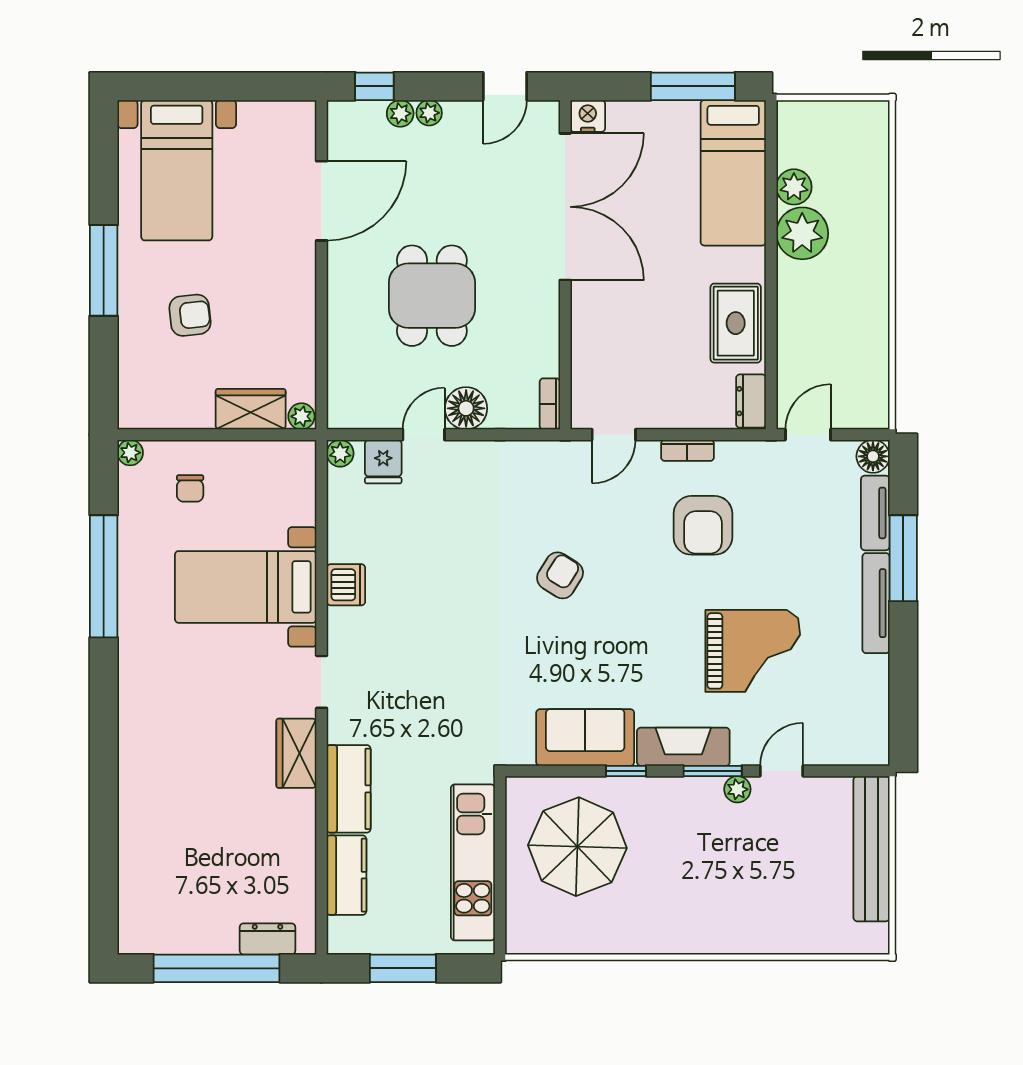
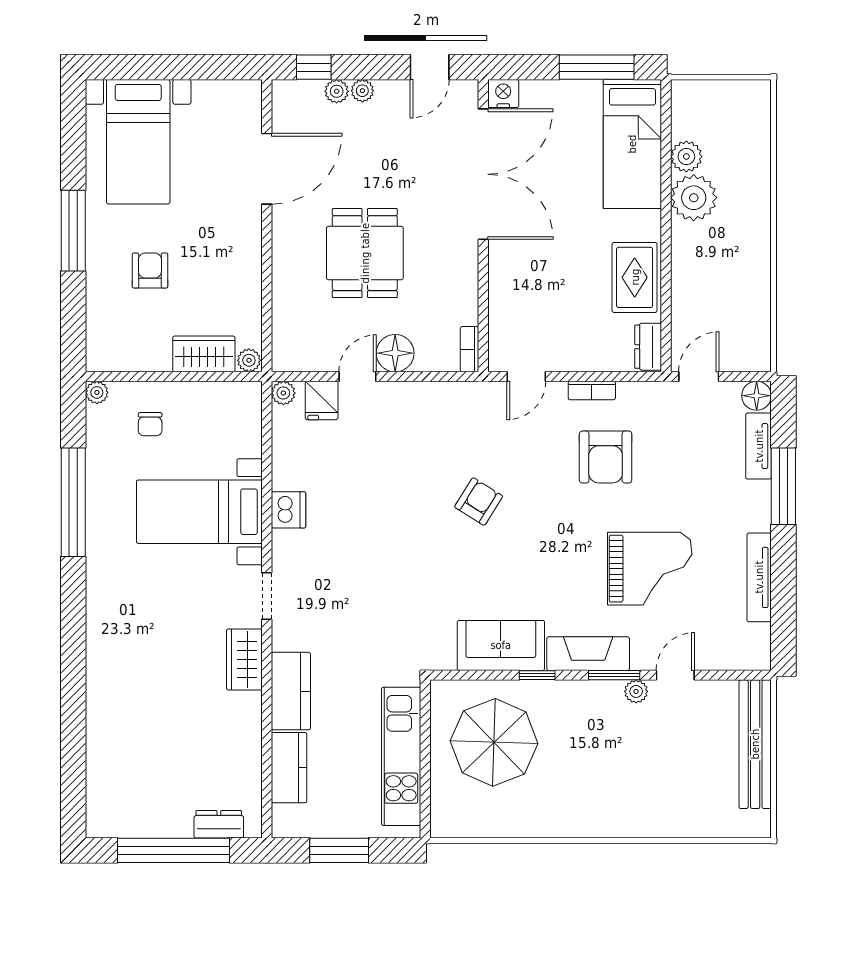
armchair: (190, 315) -> (150, 270), turned -84
tv unit: (876, 603) -> (759, 577), moved

